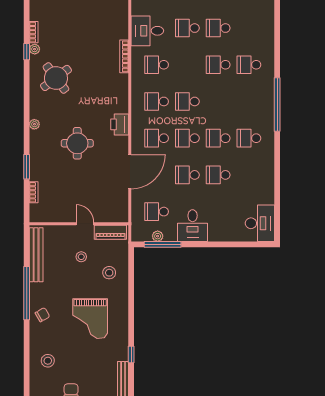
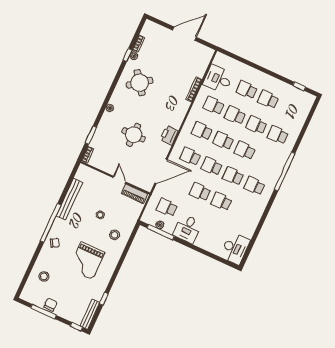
school desk: (187, 65) -> (235, 115), added
school desk: (218, 101) -> (245, 151), added
wall: (79, 224) -> (115, 178), moved
door: (85, 224) -> (119, 180), moved
piano: (110, 232) -> (134, 194), moved

